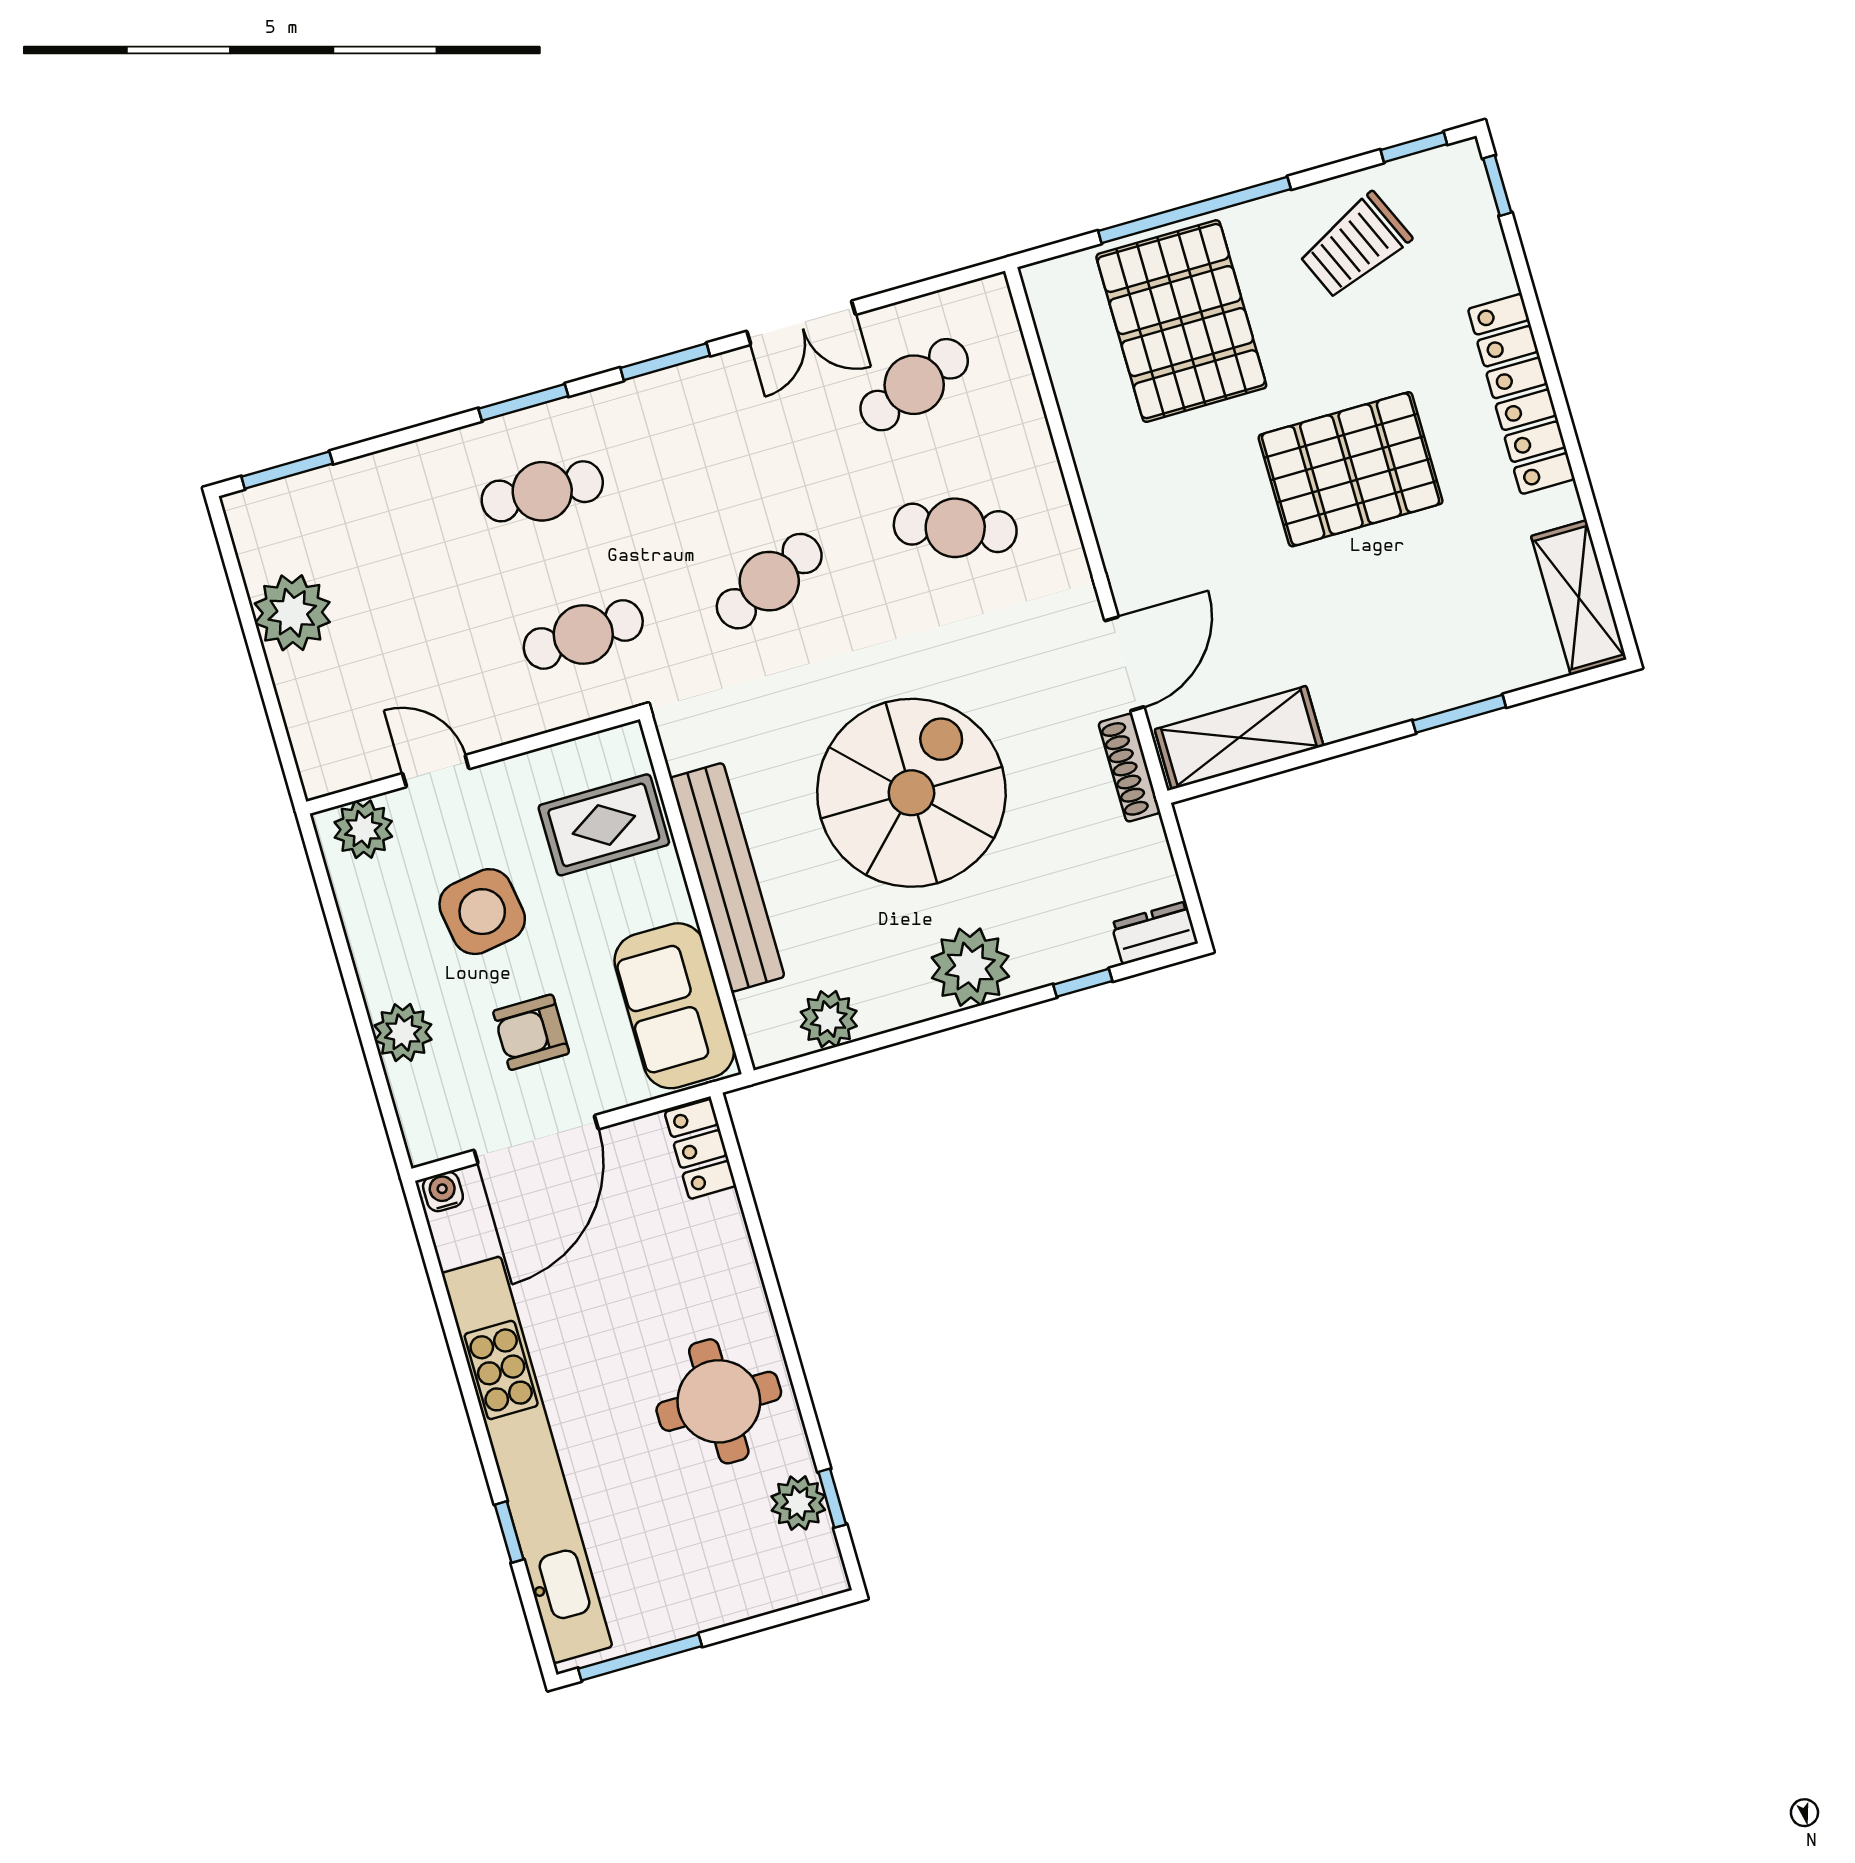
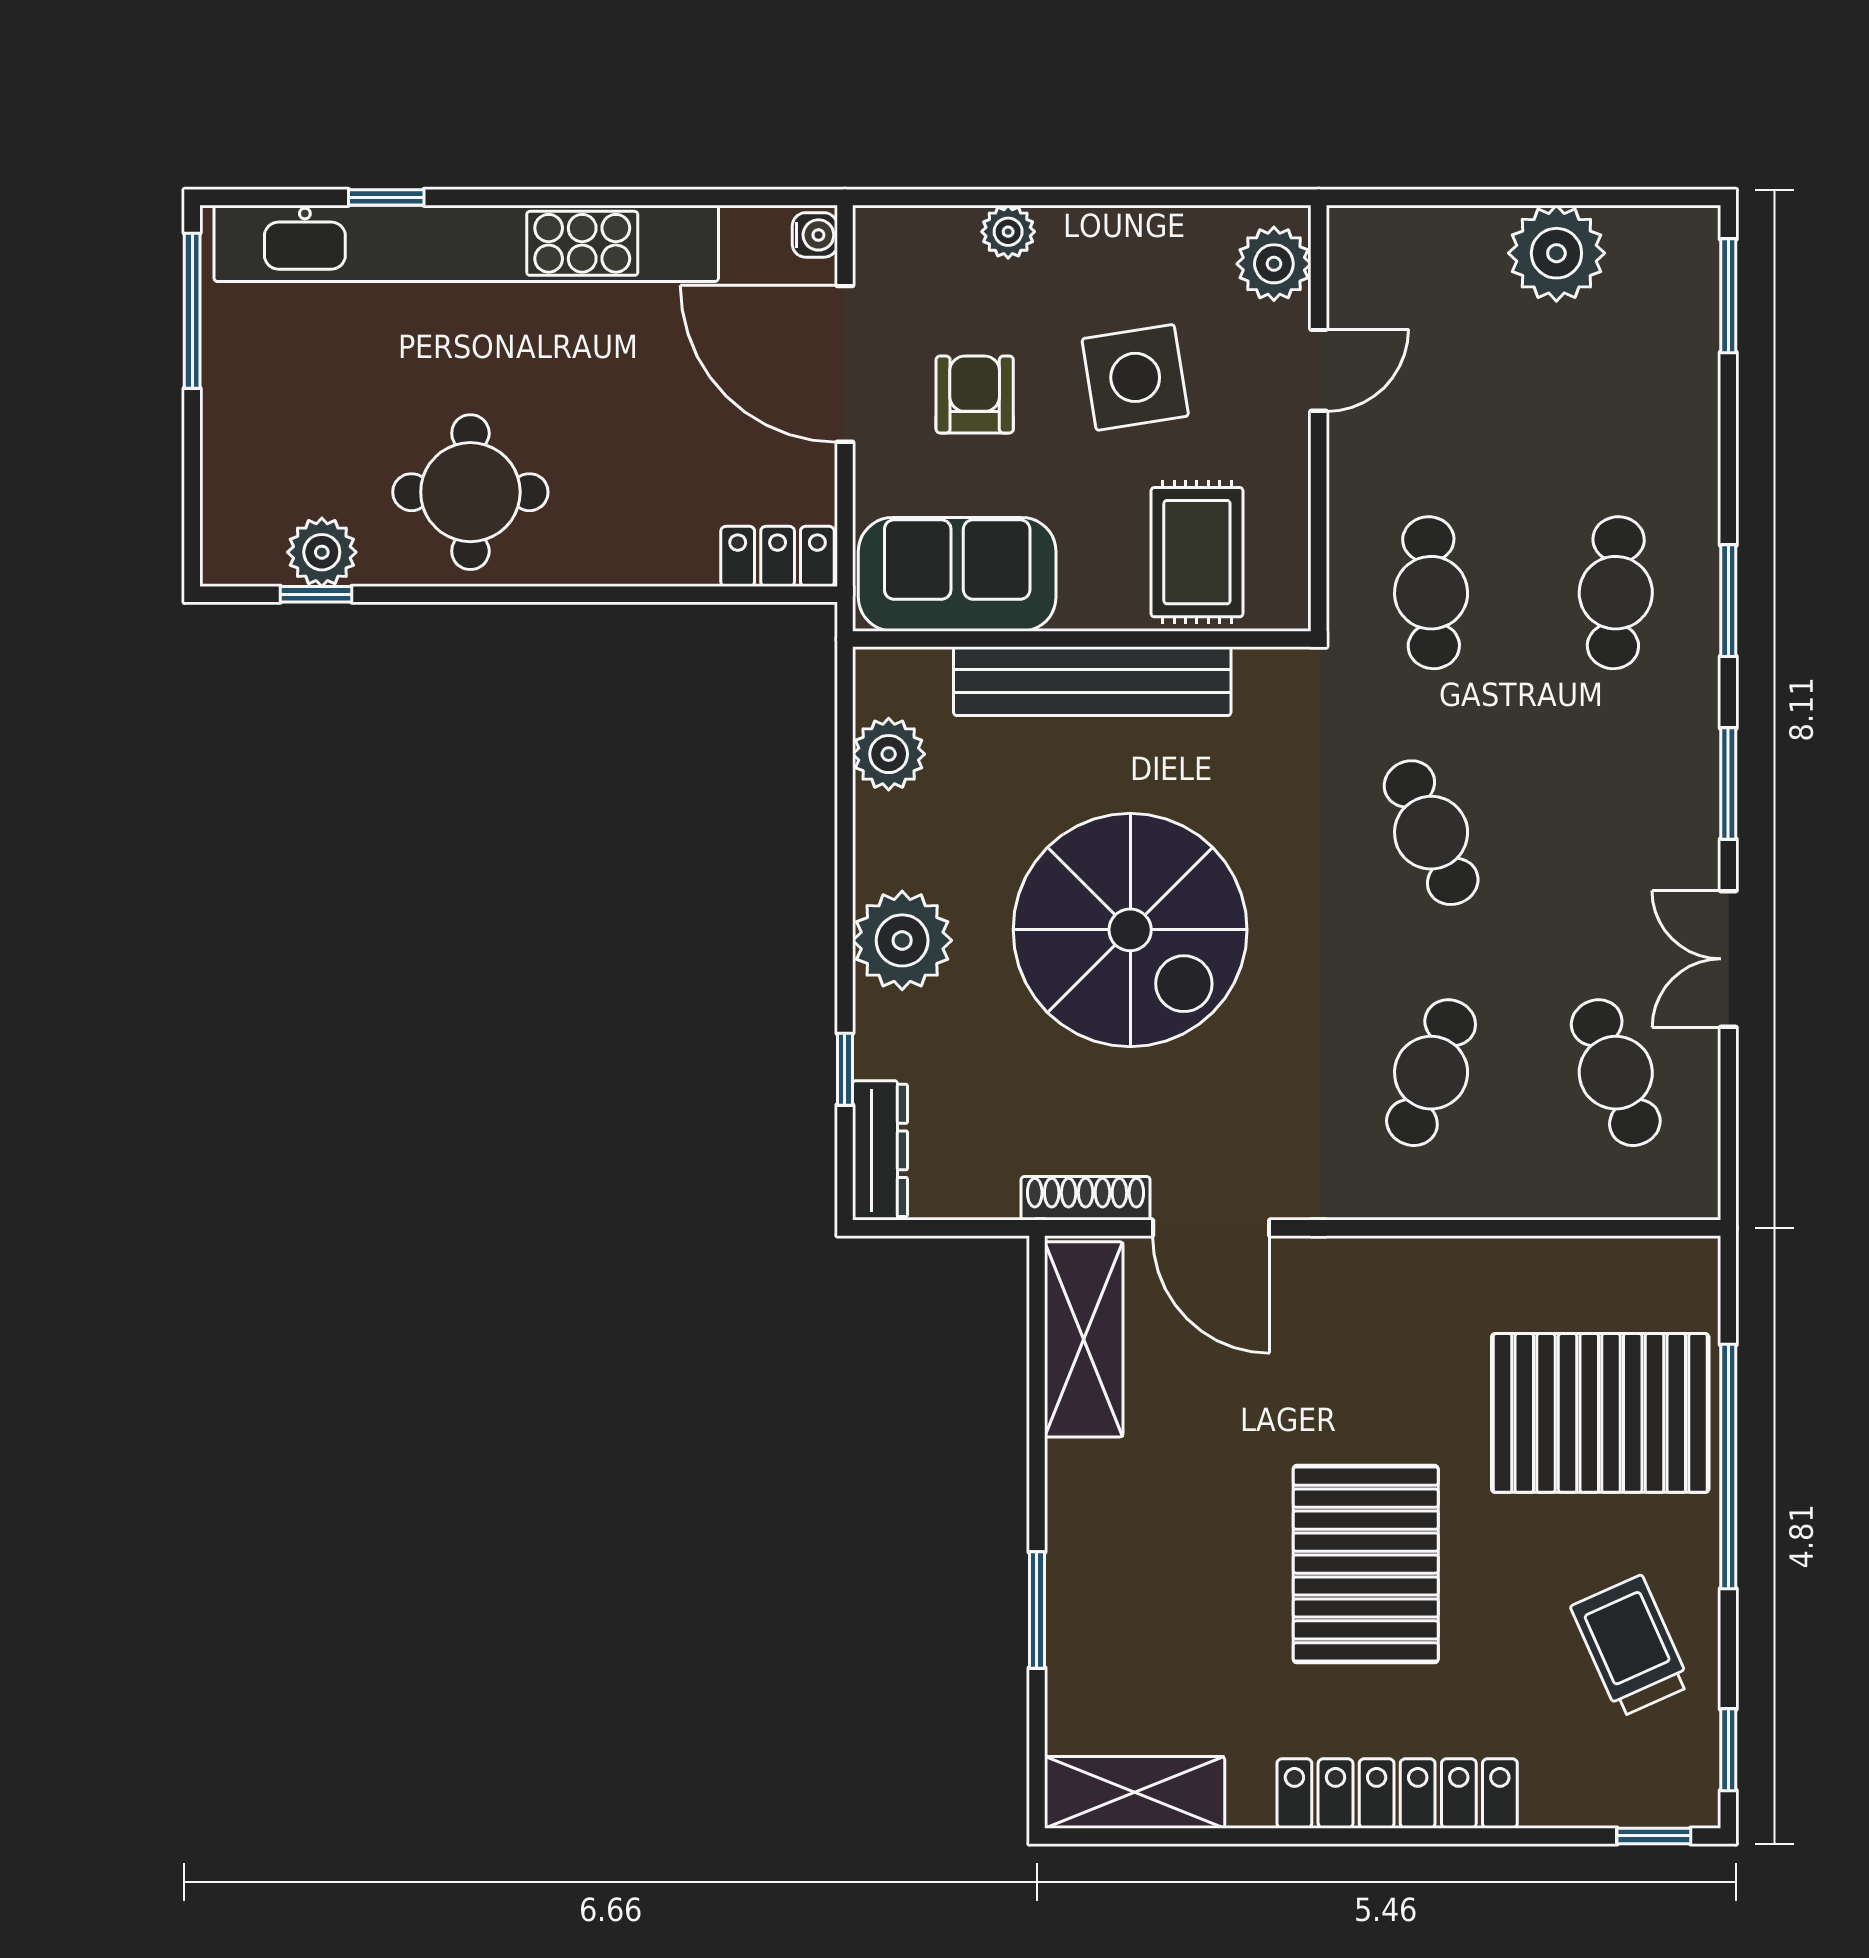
dresser: (1154, 933) -> (880, 1150), width x1.44
plant: (403, 1033) -> (1008, 232), width x0.73, depth x0.73

